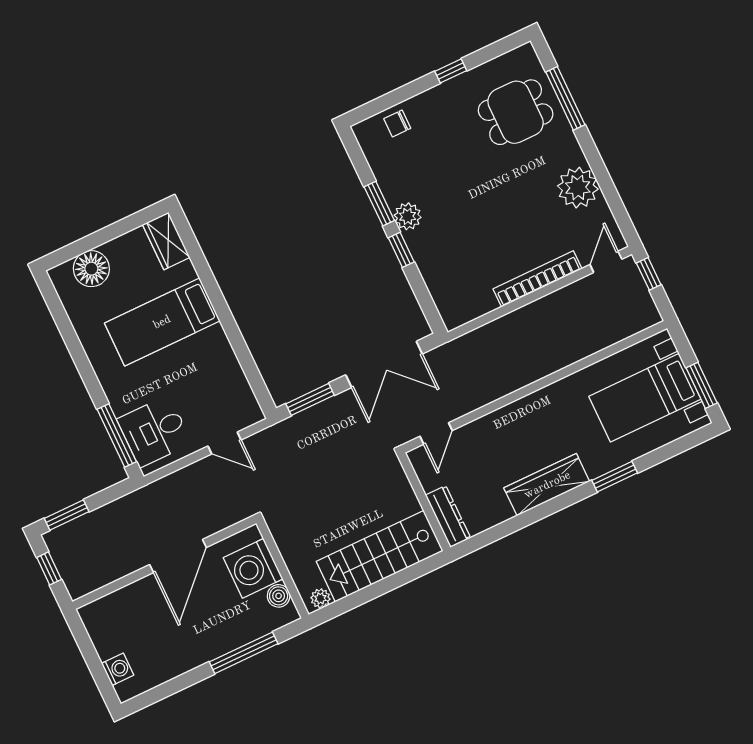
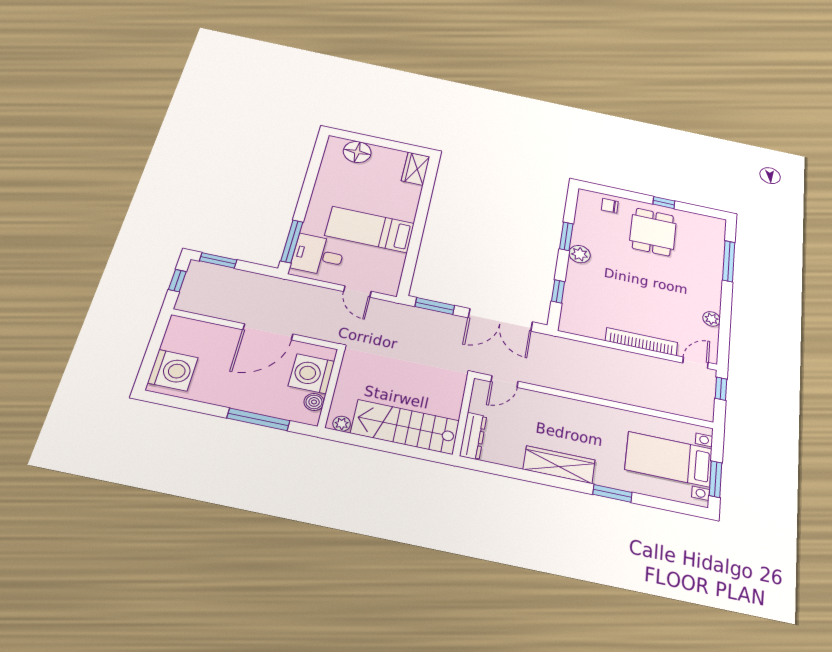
dining table: (516, 112) -> (653, 232), moved, turned 90
plant: (578, 188) -> (712, 319), width x0.53, depth x0.53
window: (401, 250) -> (558, 291), moved
bed: (162, 322) -> (370, 229), moved
washing machine: (118, 669) -> (173, 370), width x1.89, depth x1.89

